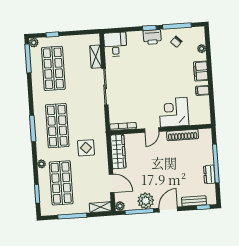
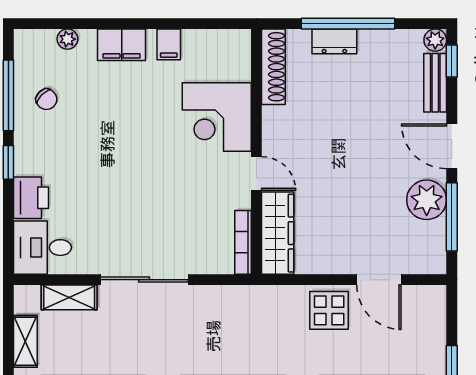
printer: (152, 37) -> (31, 198), moved
shoe rack: (183, 135) -> (273, 67), moved
display table: (86, 148) -> (329, 310), moved
wardrobe: (118, 152) -> (278, 233), moved, turned 90
dresser: (209, 174) -> (334, 41), moved
door: (112, 183) -> (379, 280), swing flipped
plant: (120, 206) -> (435, 40), moved
shelving: (100, 207) -> (25, 341), moved

